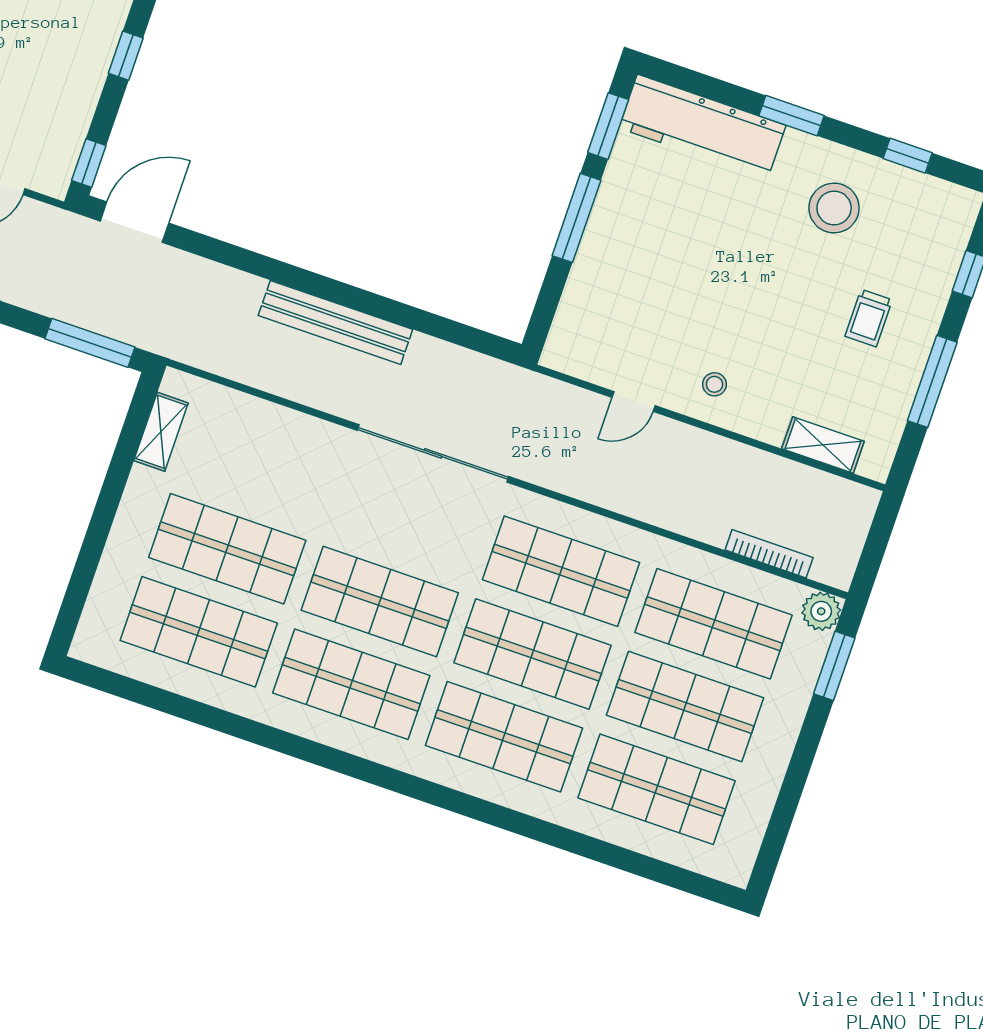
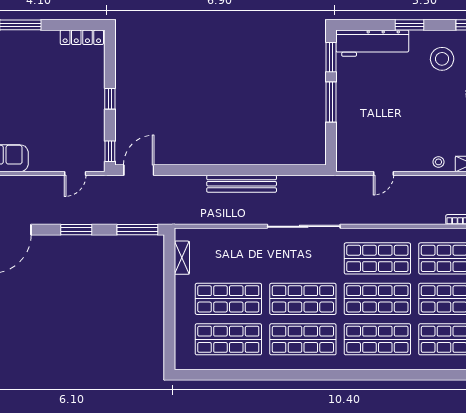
stool: (714, 384) -> (438, 162), moved

